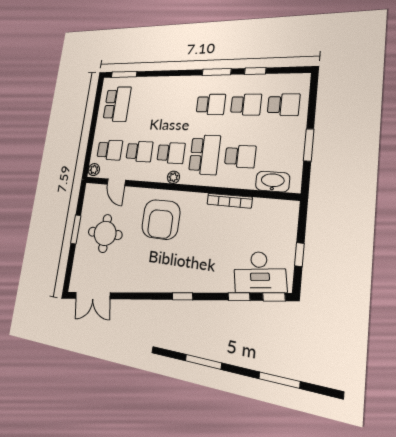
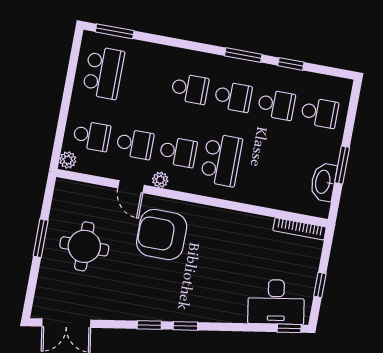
school desk: (240, 156) -> (190, 89), moved
plant: (173, 177) -> (160, 180), moved
door: (116, 182) -> (131, 187), moved
washbasin: (273, 182) -> (323, 182), moved, turned -90
bookcase: (229, 201) -> (300, 229), moved
armchair: (161, 219) -> (162, 234), turned 90
window: (239, 297) -> (149, 325), moved

